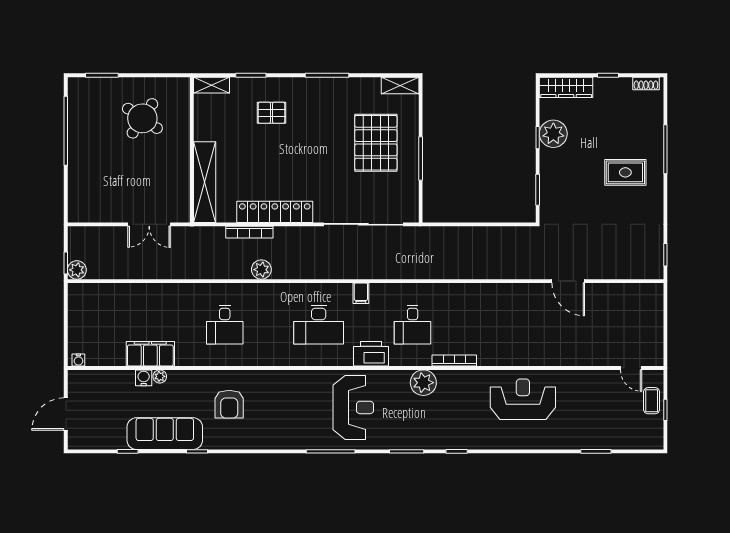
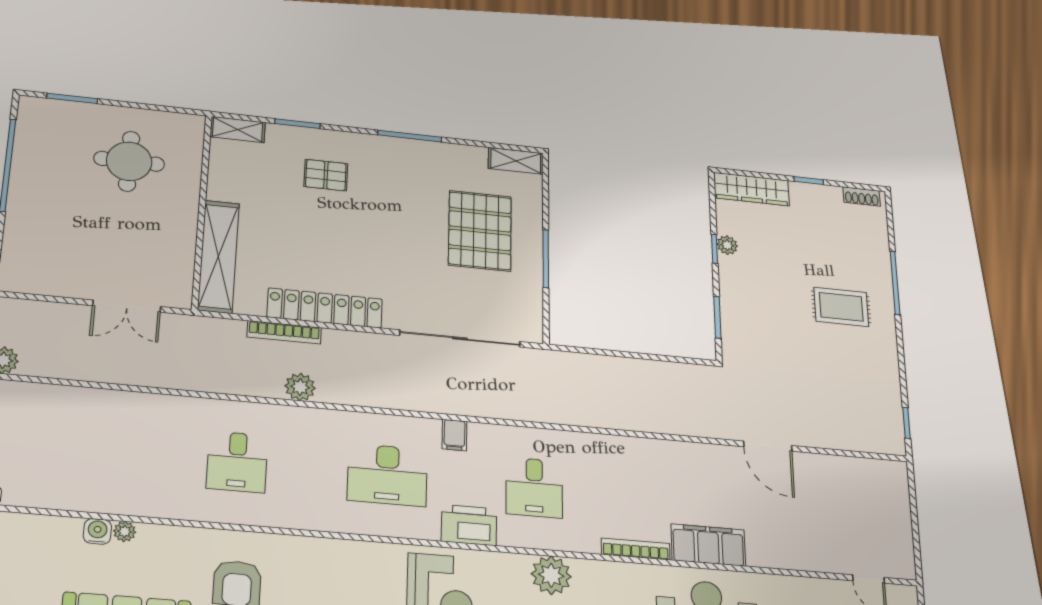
round table: (142, 118) -> (129, 161), turned -34
plant: (553, 134) -> (727, 245), width x0.53, depth x0.53
filing cabinet: (150, 354) -> (708, 545), moved
bookcase: (454, 361) -> (636, 549), moved

